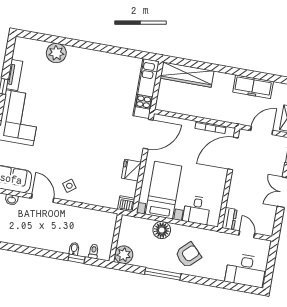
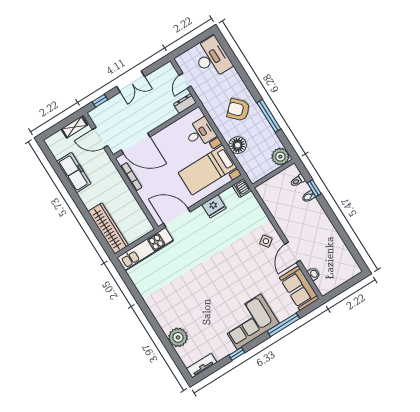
tv unit: (15, 75) -> (202, 366), moved

